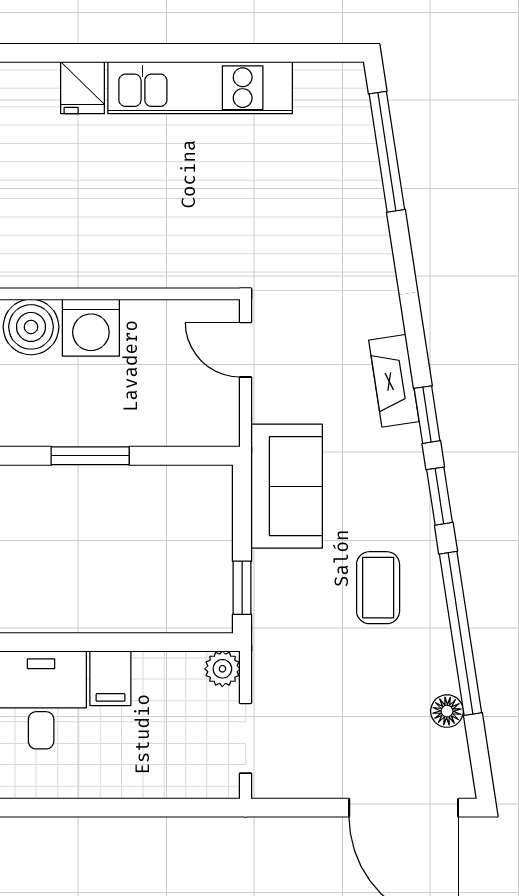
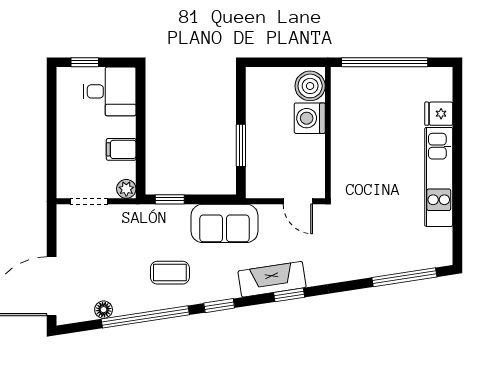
door: (246, 350) -> (298, 201), swing flipped
fireplace: (394, 381) -> (272, 279), width x1.37, depth x1.32
window: (427, 415) -> (289, 295), moved
window: (90, 456) -> (241, 145), moved
filing cabinet: (110, 678) -> (121, 149), moved

